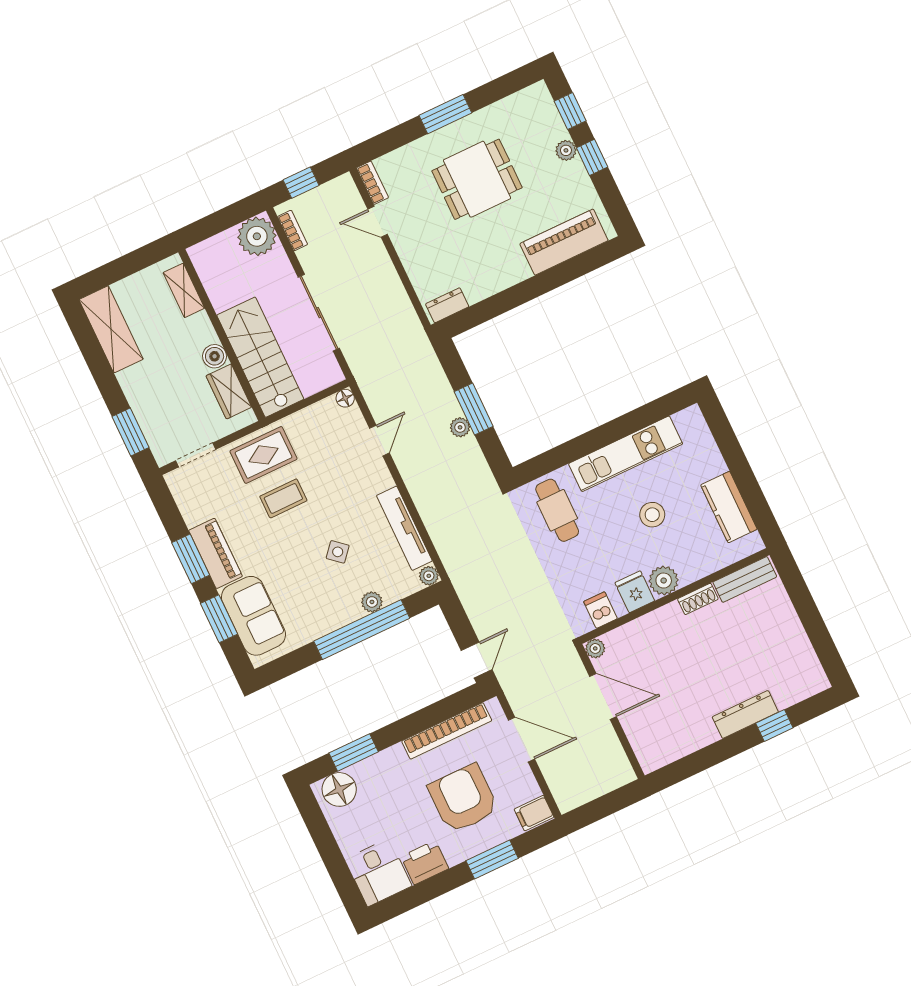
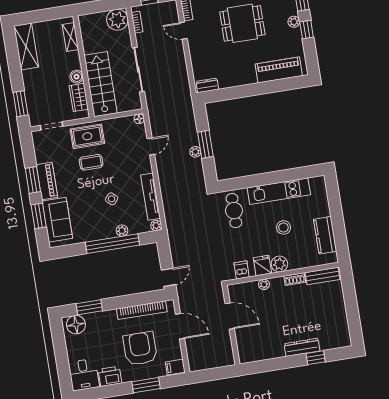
plant: (595, 648) -> (264, 284), moved

